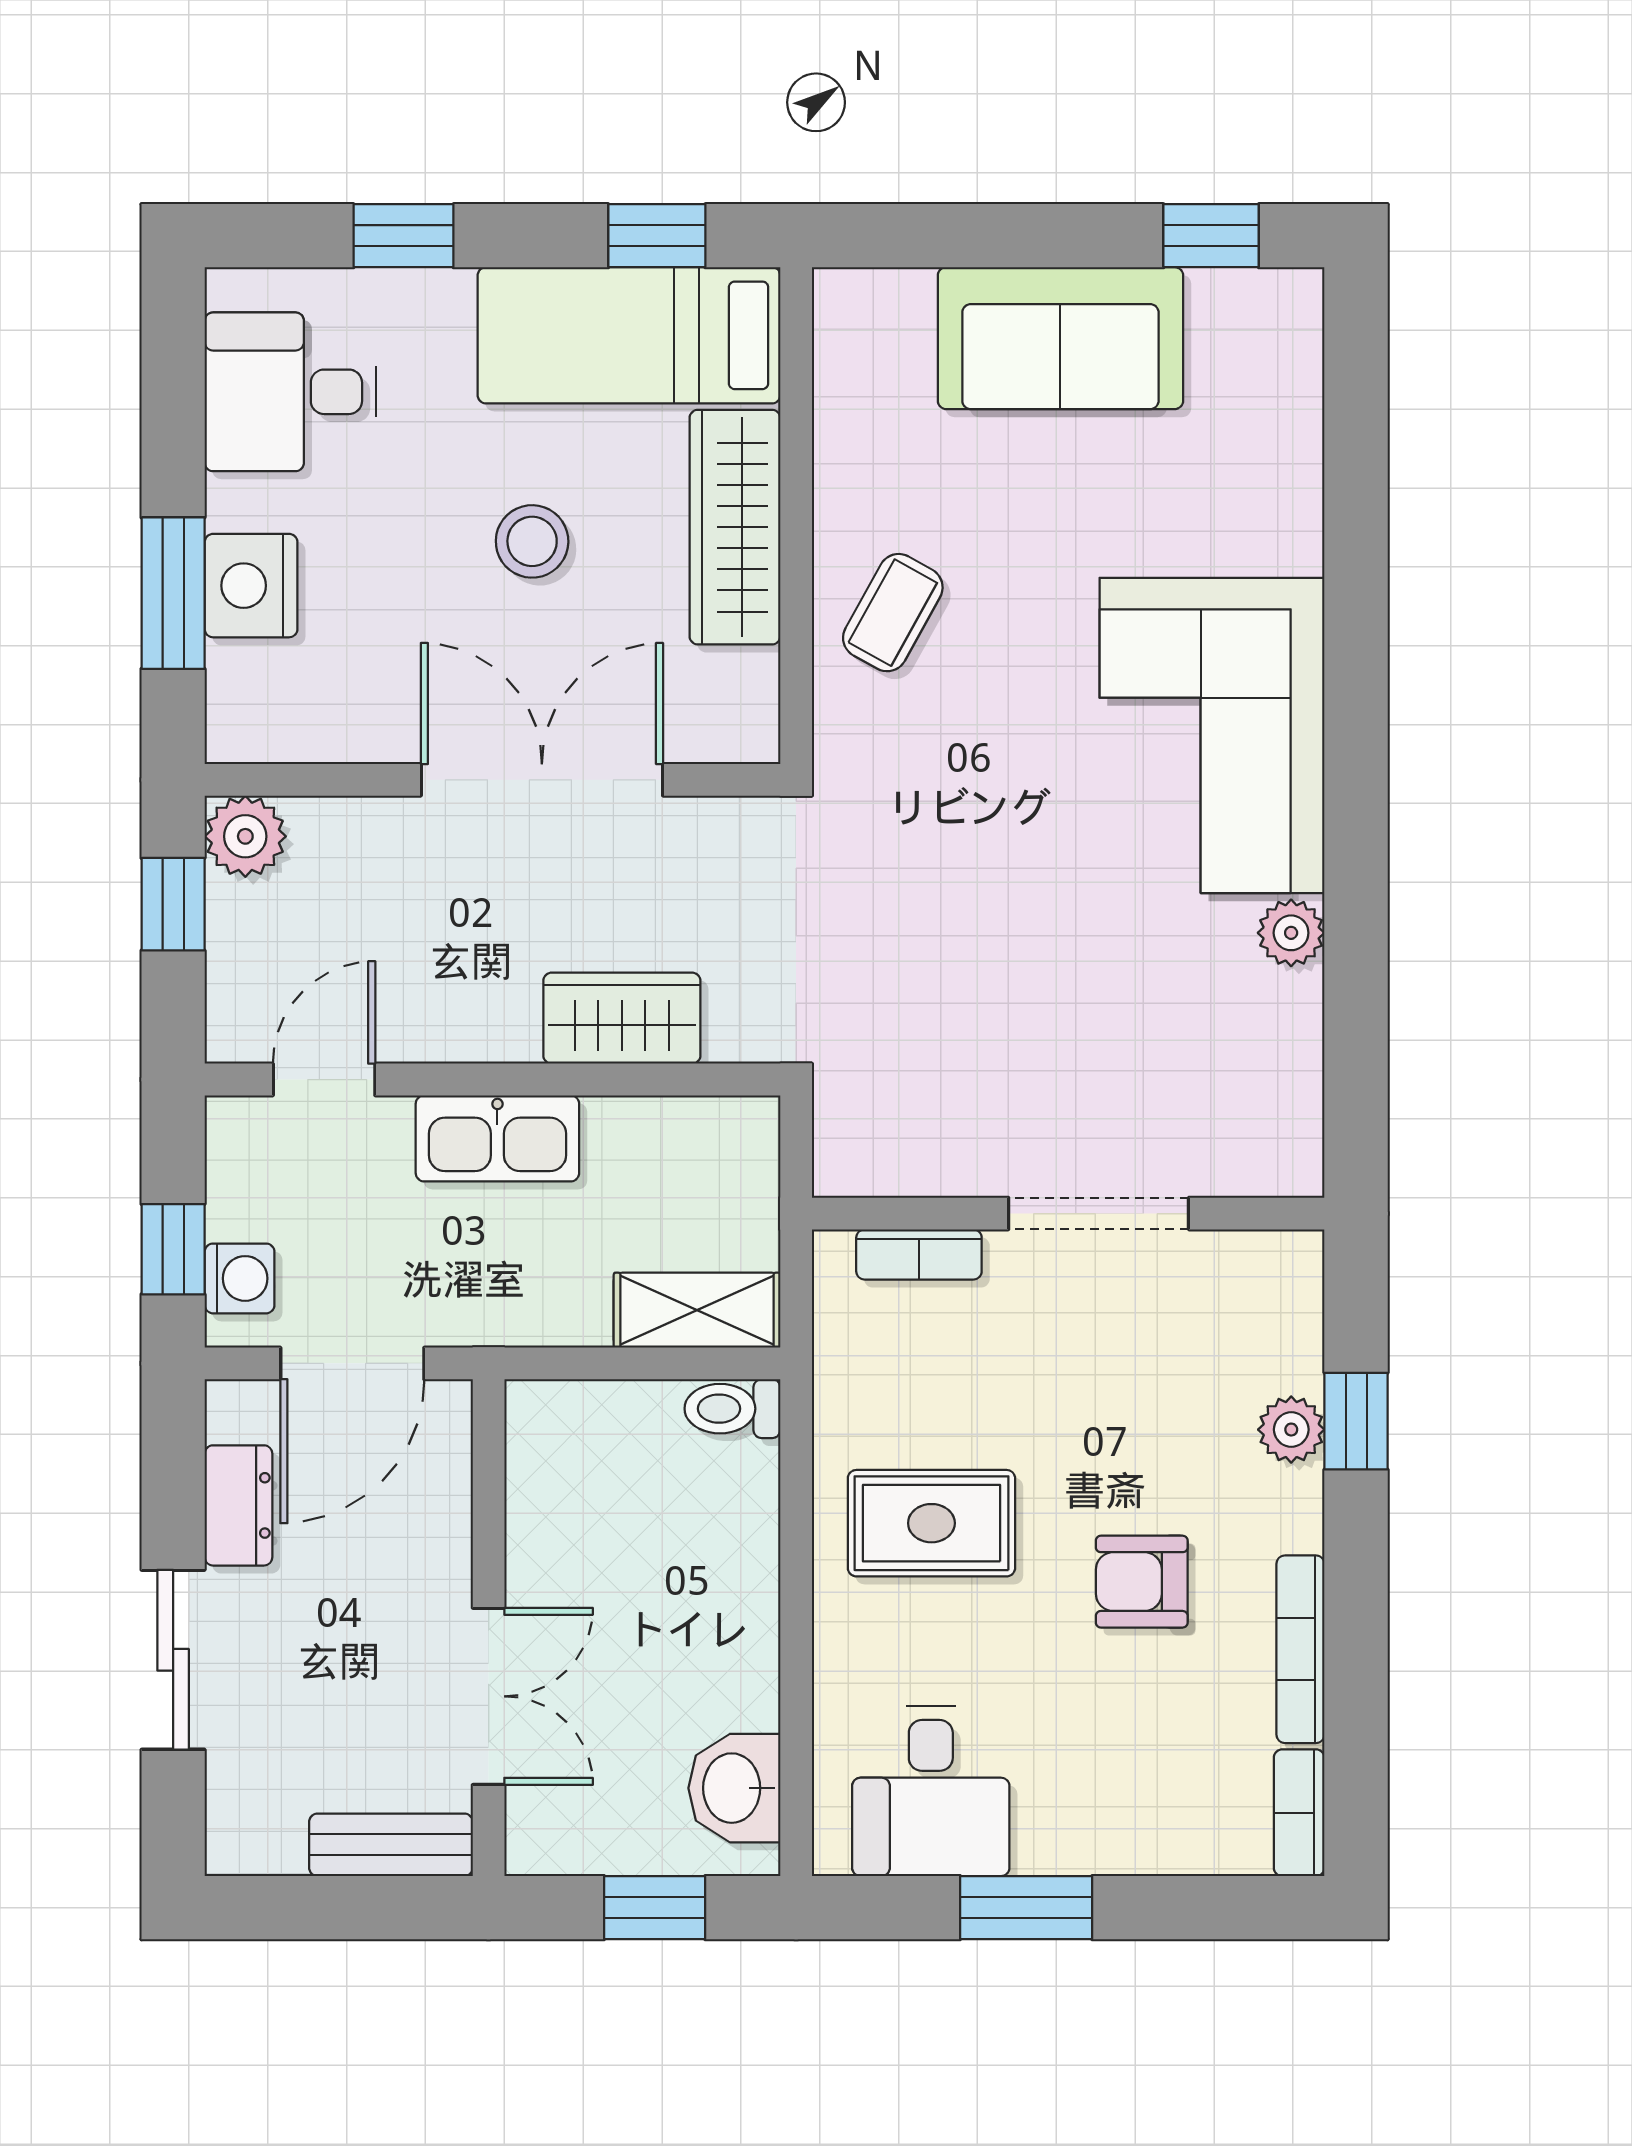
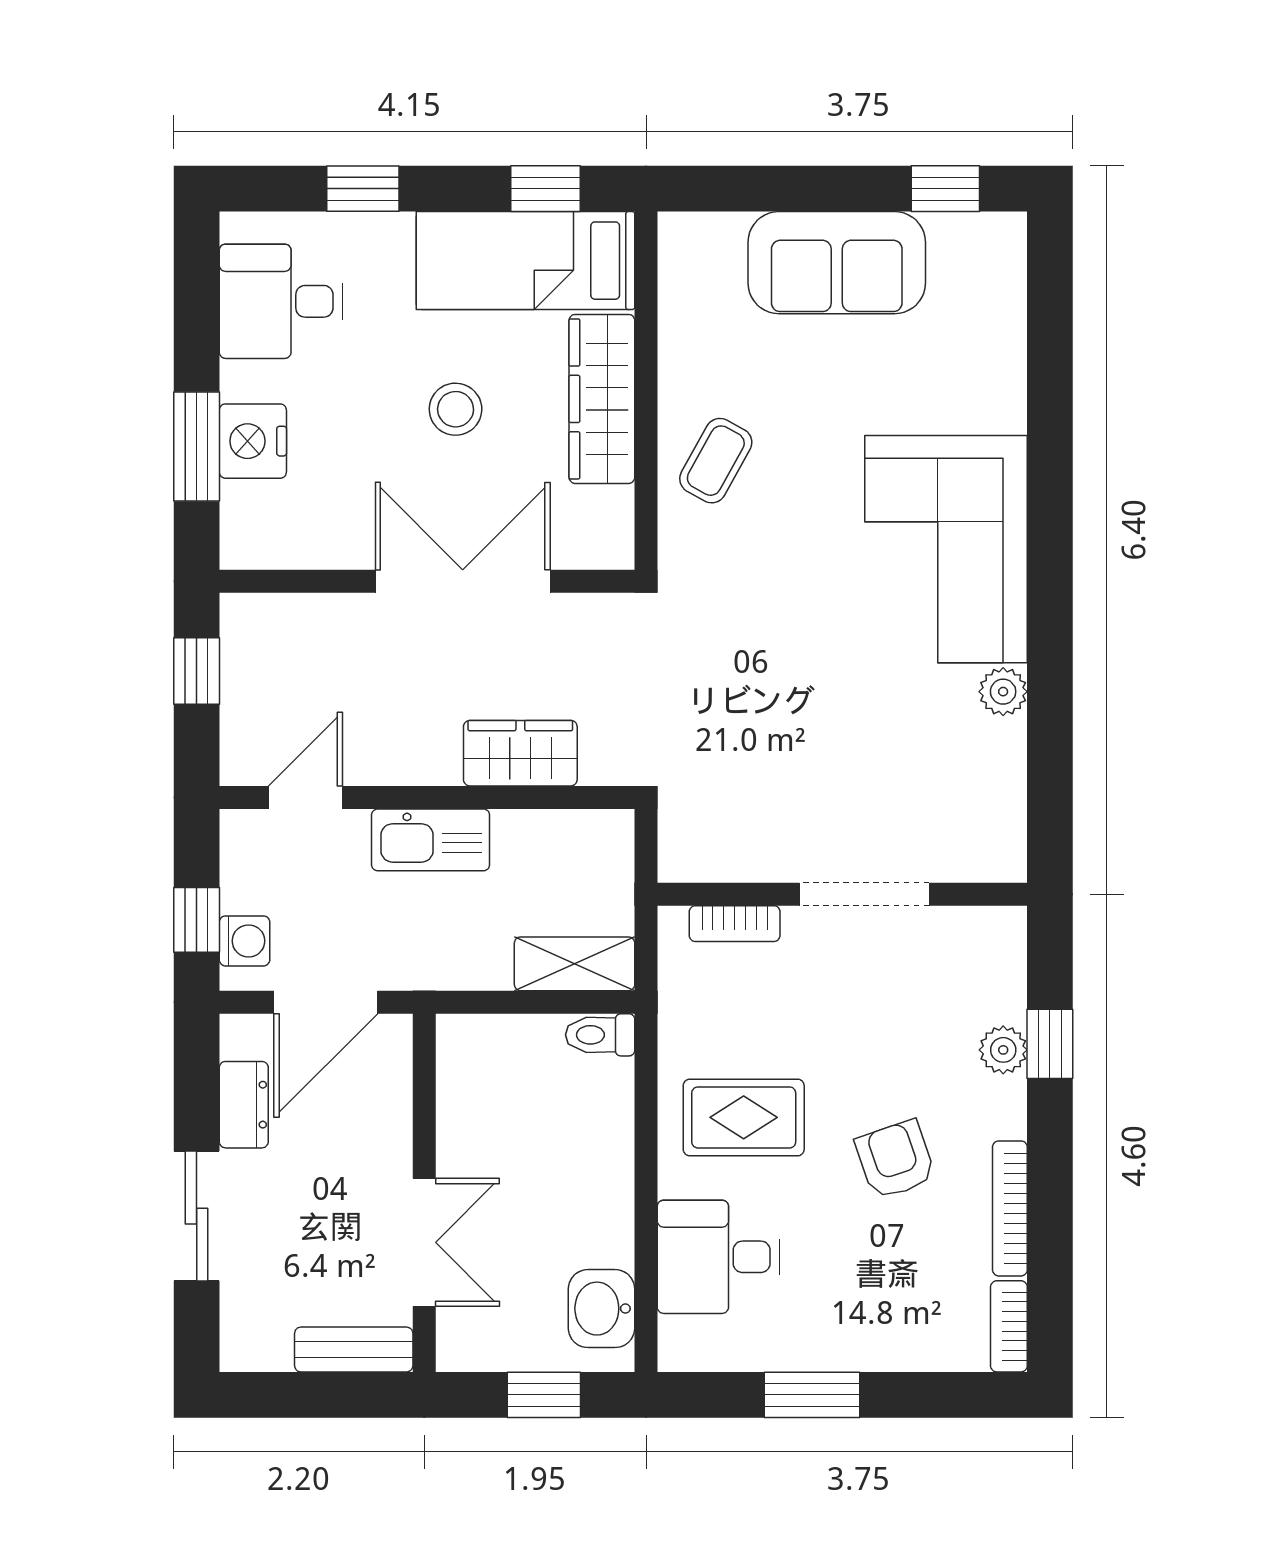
plant: (245, 836) -> (249, 622), removed
armchair: (1142, 1582) -> (895, 1160), turned 71
desk: (931, 1791) -> (719, 1257), moved, turned 90

